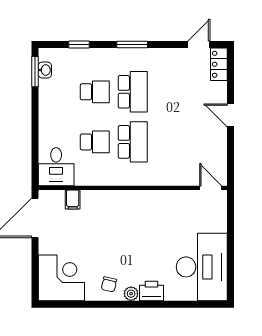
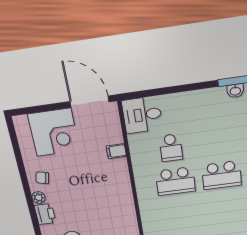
school desk: (95, 92) -> (218, 141), removed
filing cabinet: (73, 200) -> (116, 151), moved
corner desk: (61, 278) -> (54, 132), moved

